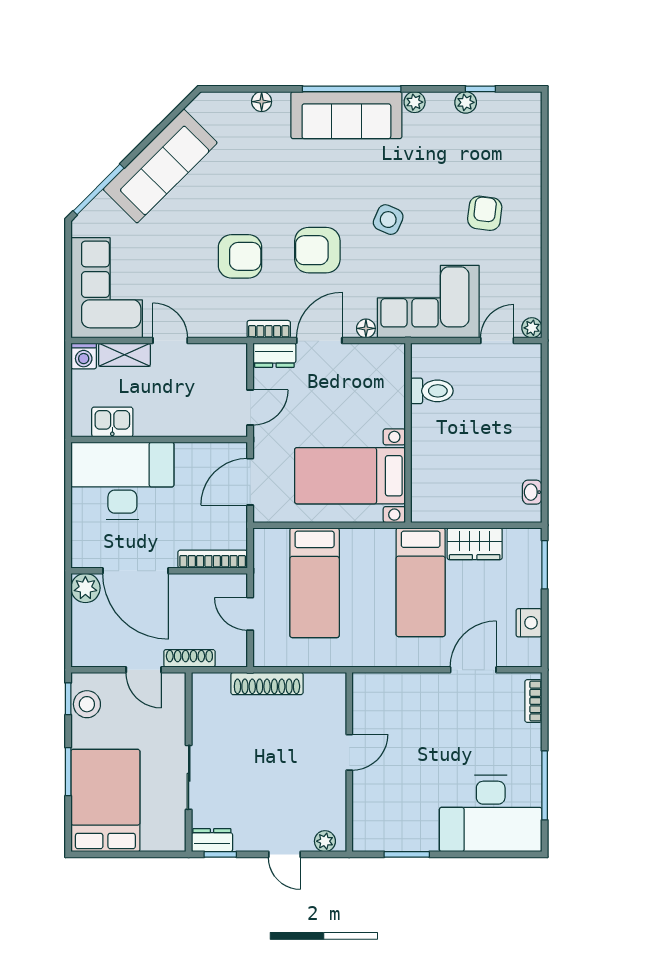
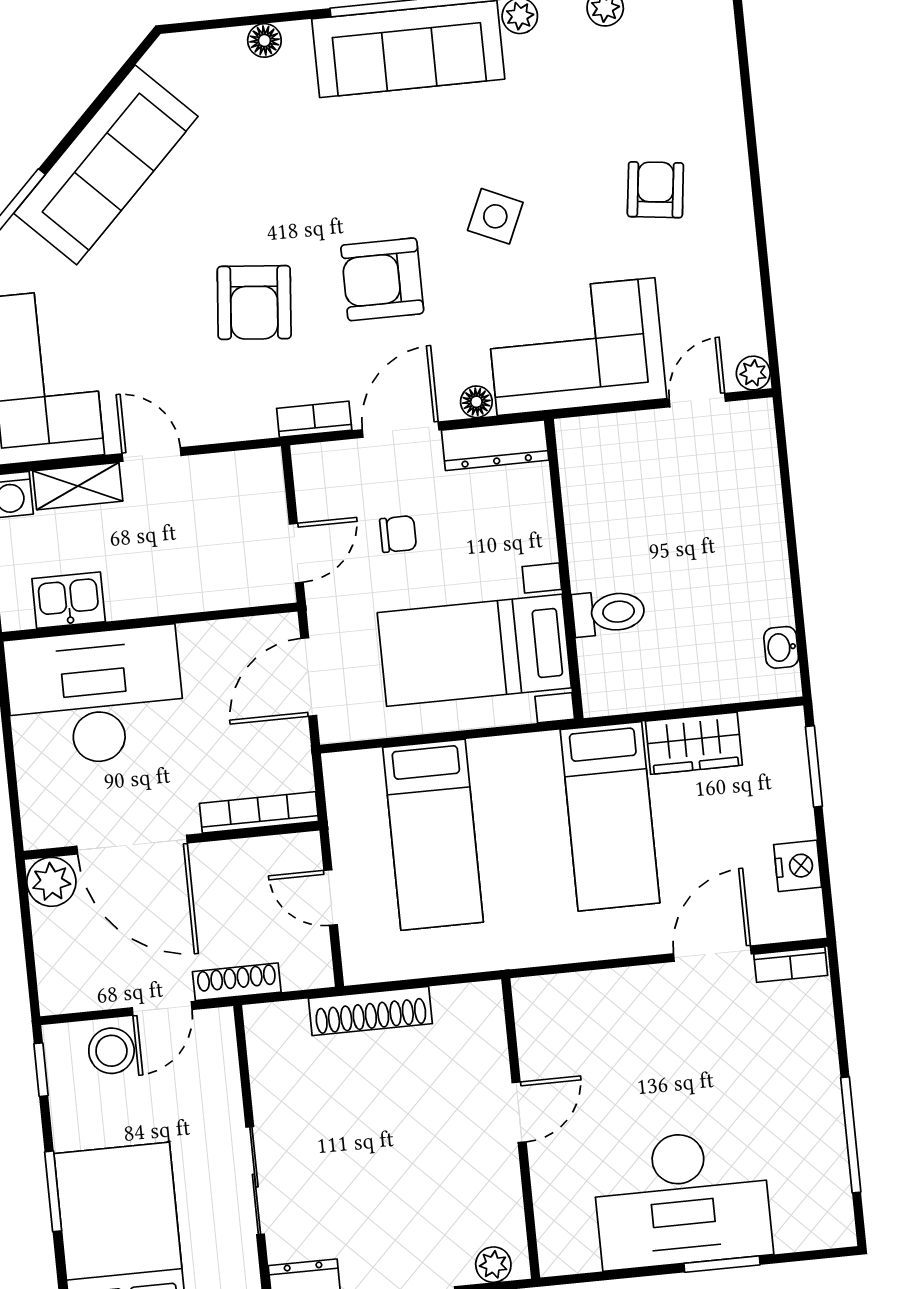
armchair: (240, 256) -> (254, 303), turned 95
dresser: (274, 355) -> (495, 445), moved, width x1.44
toilet: (432, 391) -> (609, 613), moved
chair: (312, 402) -> (398, 534), added
door: (144, 670) -> (162, 1009), hinge flipped
bookcase: (533, 701) -> (791, 965), moved, turned -90
stool: (87, 704) -> (111, 1051), moved
desk: (491, 813) -> (682, 1199), moved
window: (407, 854) -> (722, 1264), moved

